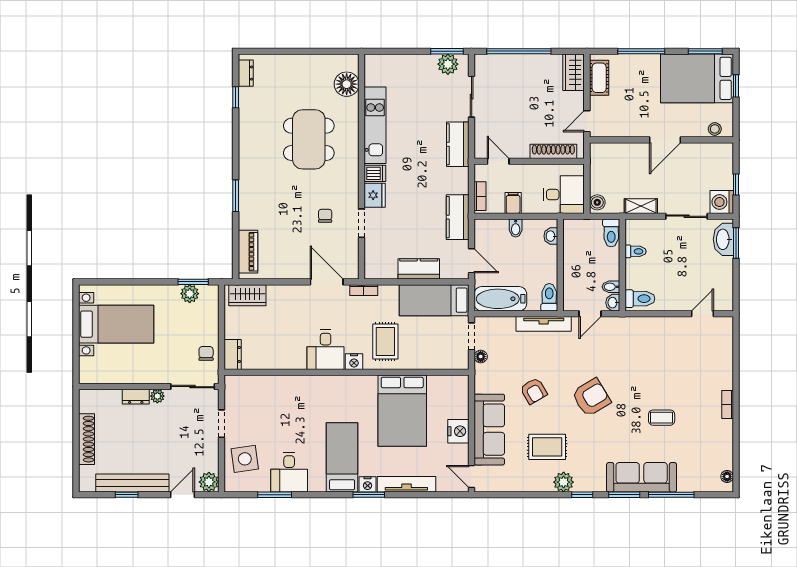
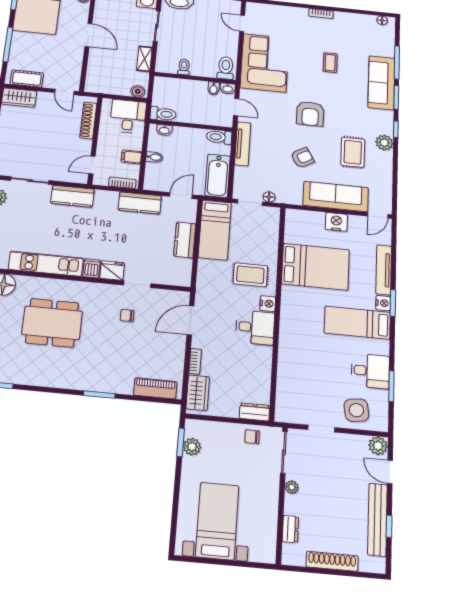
toilet: (611, 233) -> (163, 114), moved
bookcase: (364, 290) -> (195, 361), moved
corner sofa: (652, 343) -> (265, 63), added
dresser: (136, 397) -> (290, 529), moved
armchair: (591, 397) -> (310, 114), turned -149

